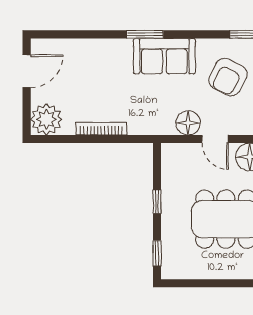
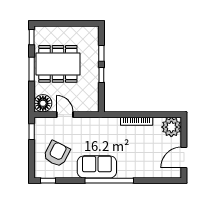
window: (145, 34) -> (109, 181), width x2.11
floor lamp: (188, 123) -> (82, 125), removed
window: (157, 253) -> (101, 53), moved

